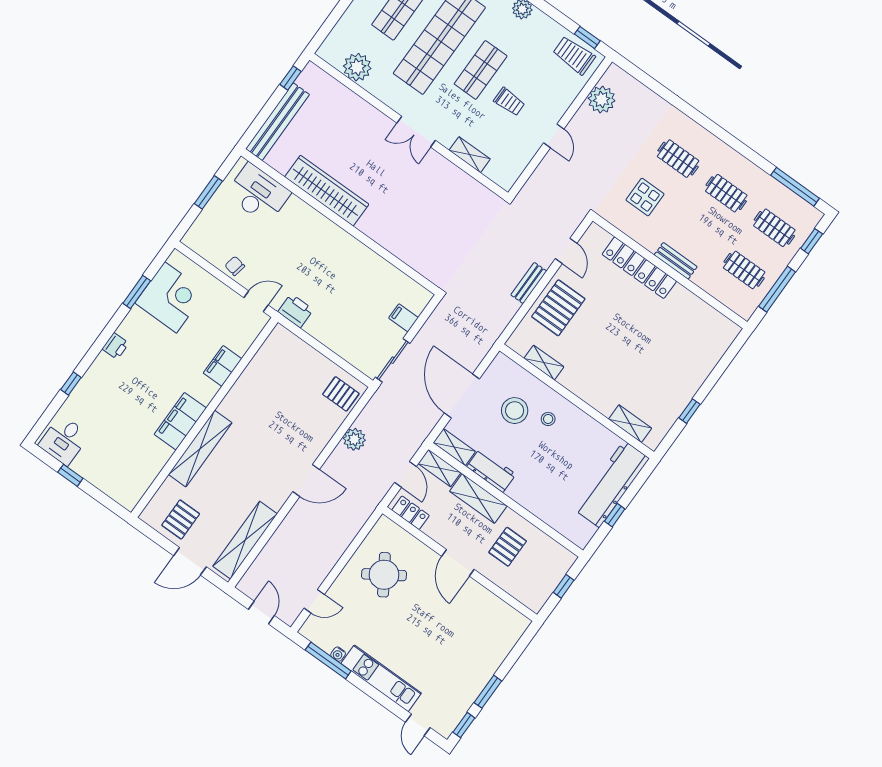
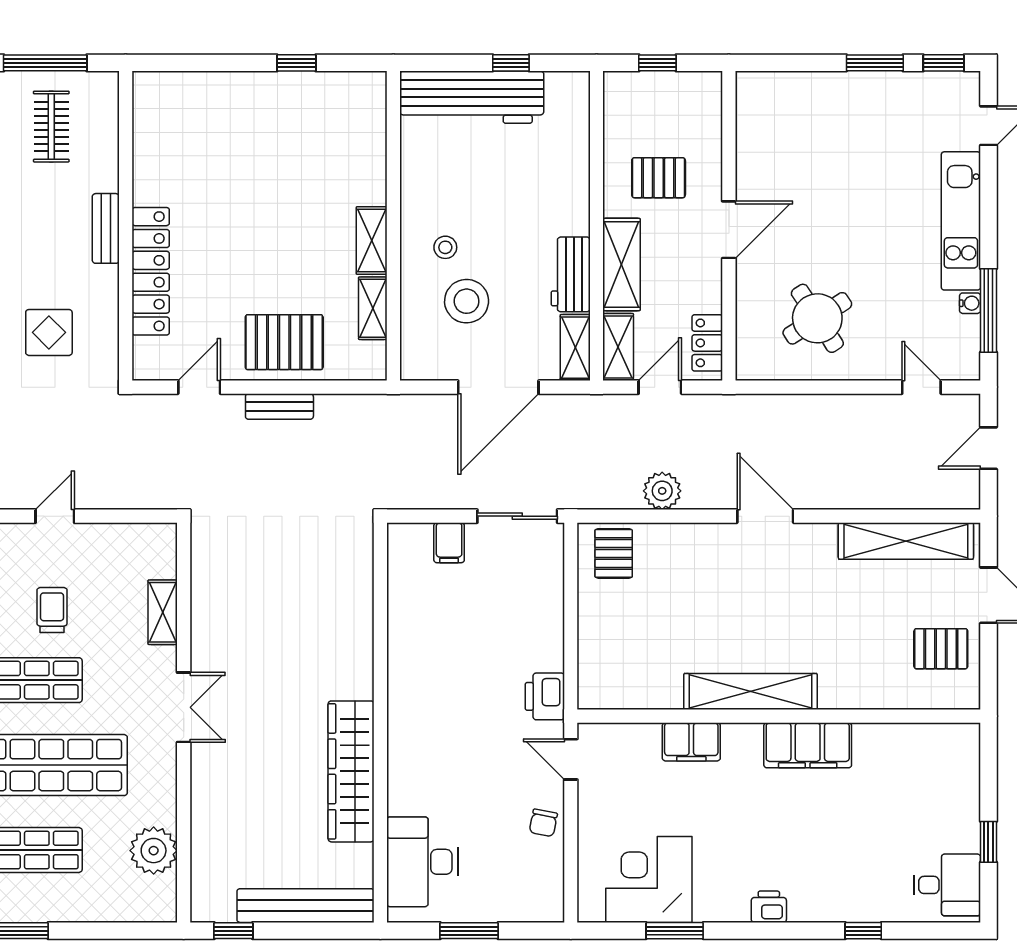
shelving: (630, 424) -> (372, 241), moved
shelving: (200, 449) -> (750, 692), moved

